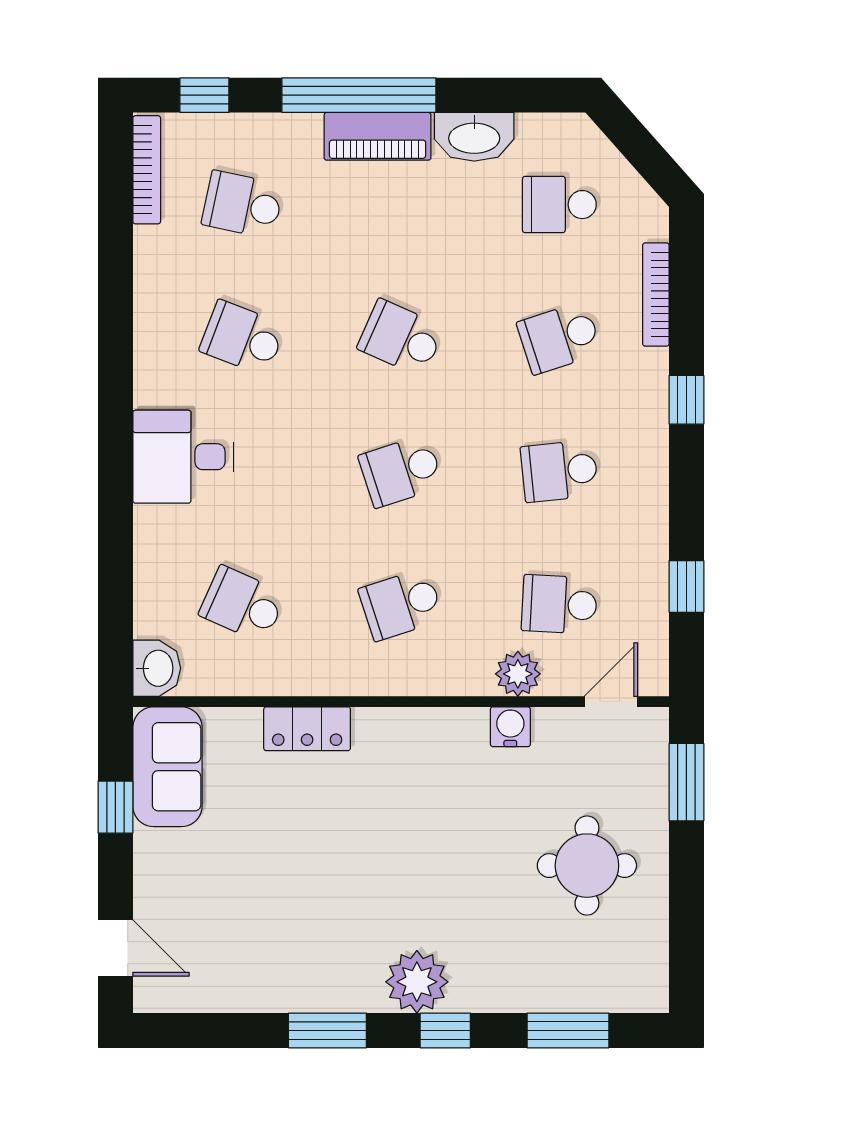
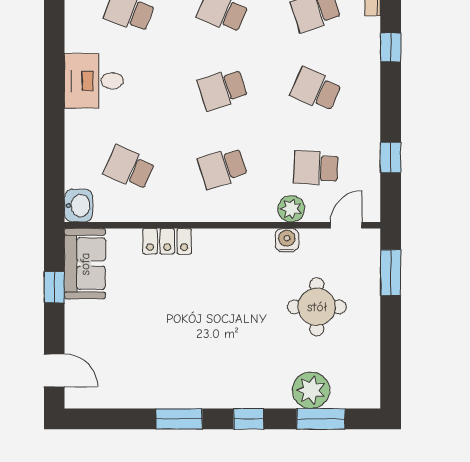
school desk: (559, 471) -> (316, 89), turned 30
round table: (587, 866) -> (317, 307), moved
plant: (417, 982) -> (311, 390), moved

